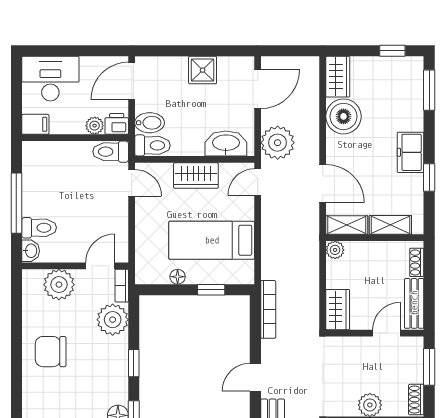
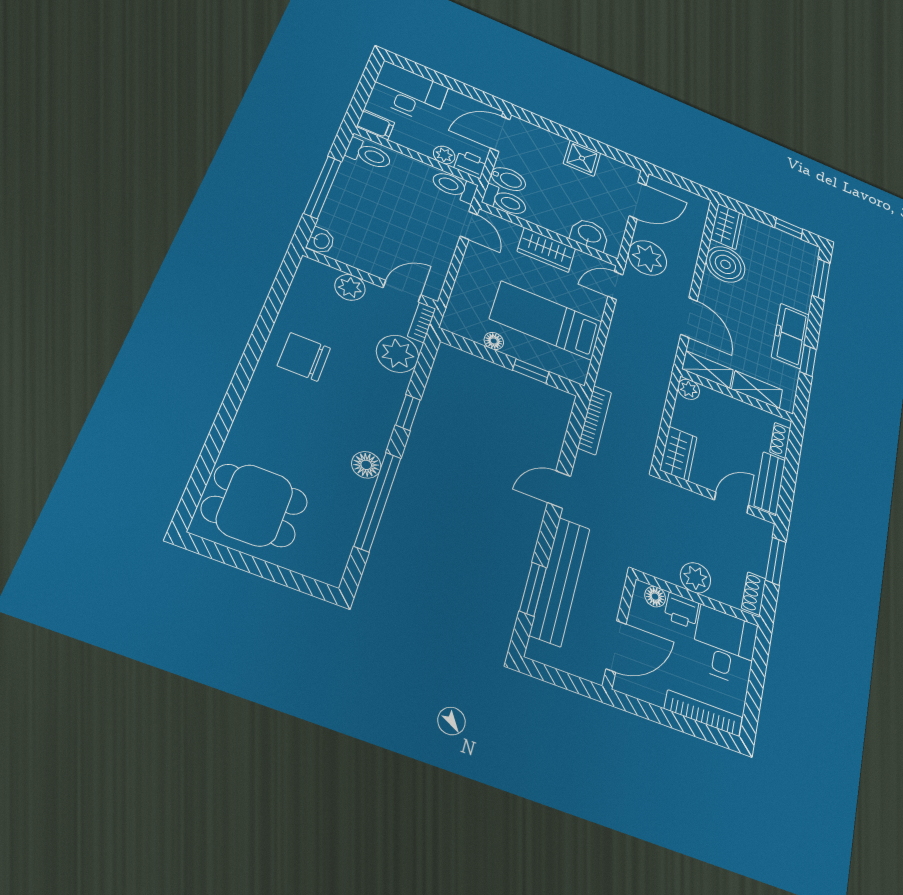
washbasin: (226, 143) -> (589, 234), width x0.72
freezer: (410, 152) -> (791, 336), width x1.40
toilet: (39, 228) -> (369, 154), moved
plant: (59, 285) -> (350, 287), width x0.73, depth x0.73

